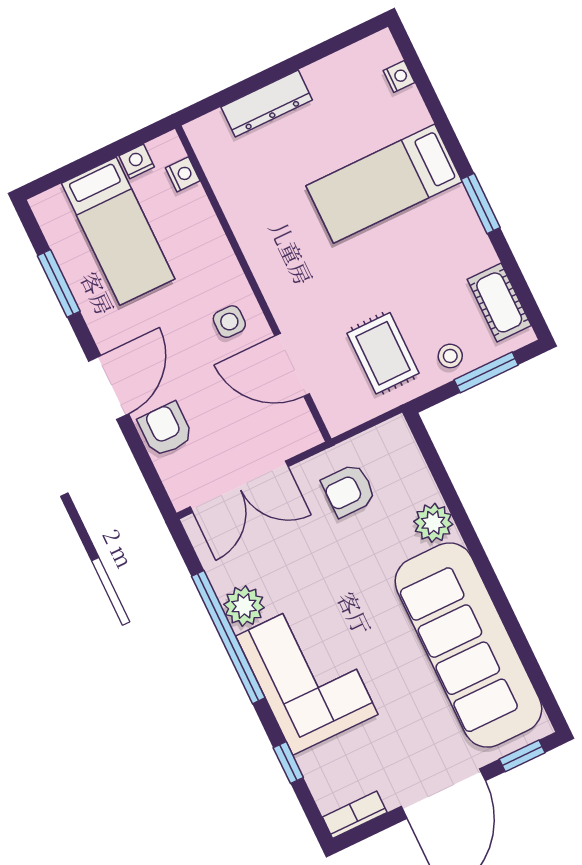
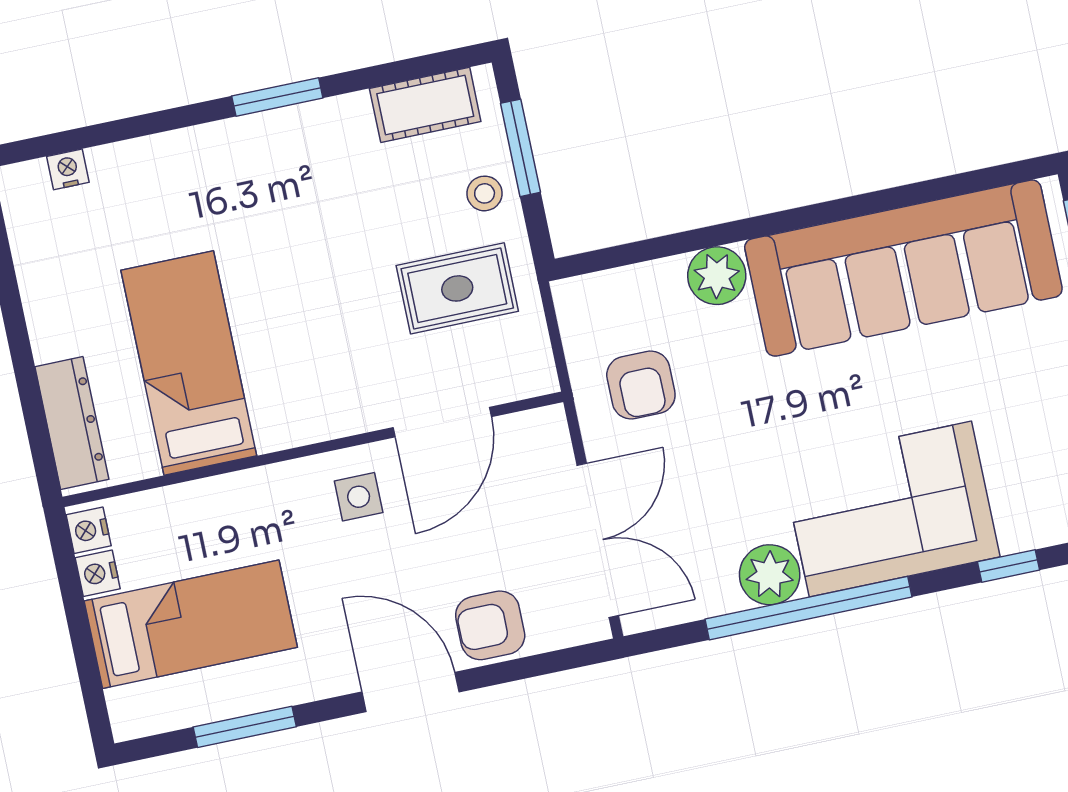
dresser: (267, 103) -> (72, 423), moved
nightstand: (183, 174) -> (89, 530), moved, turned -90
bed: (384, 184) -> (189, 363), moved, turned 180

